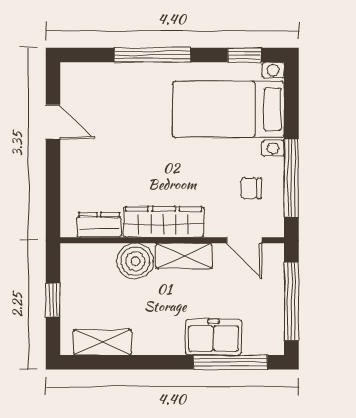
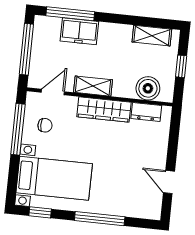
door: (244, 240) -> (53, 92), hinge flipped
boiler: (135, 261) -> (148, 88), moved

